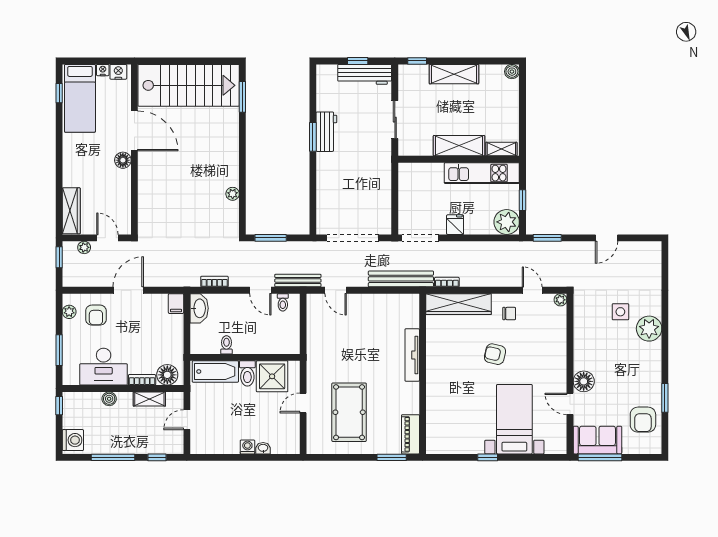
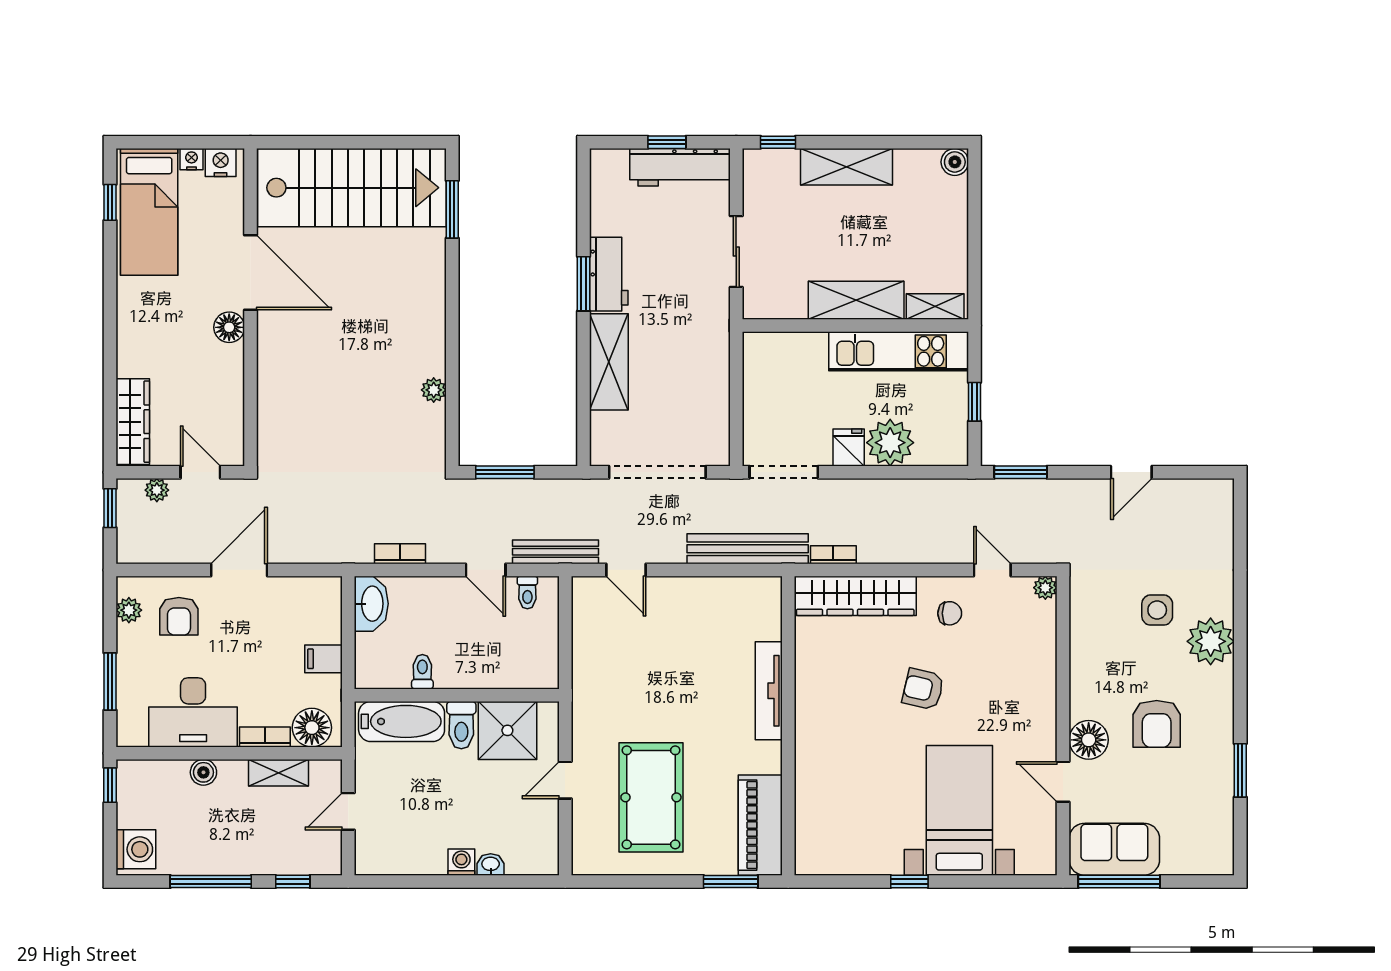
shelving: (327, 179) -> (609, 362), added
plant: (507, 222) -> (890, 443), moved
filing cabinet: (176, 304) -> (324, 659), moved, turned 90
armchair: (643, 420) -> (1157, 724), moved
piano: (410, 434) -> (760, 825), width x1.37, depth x1.33

